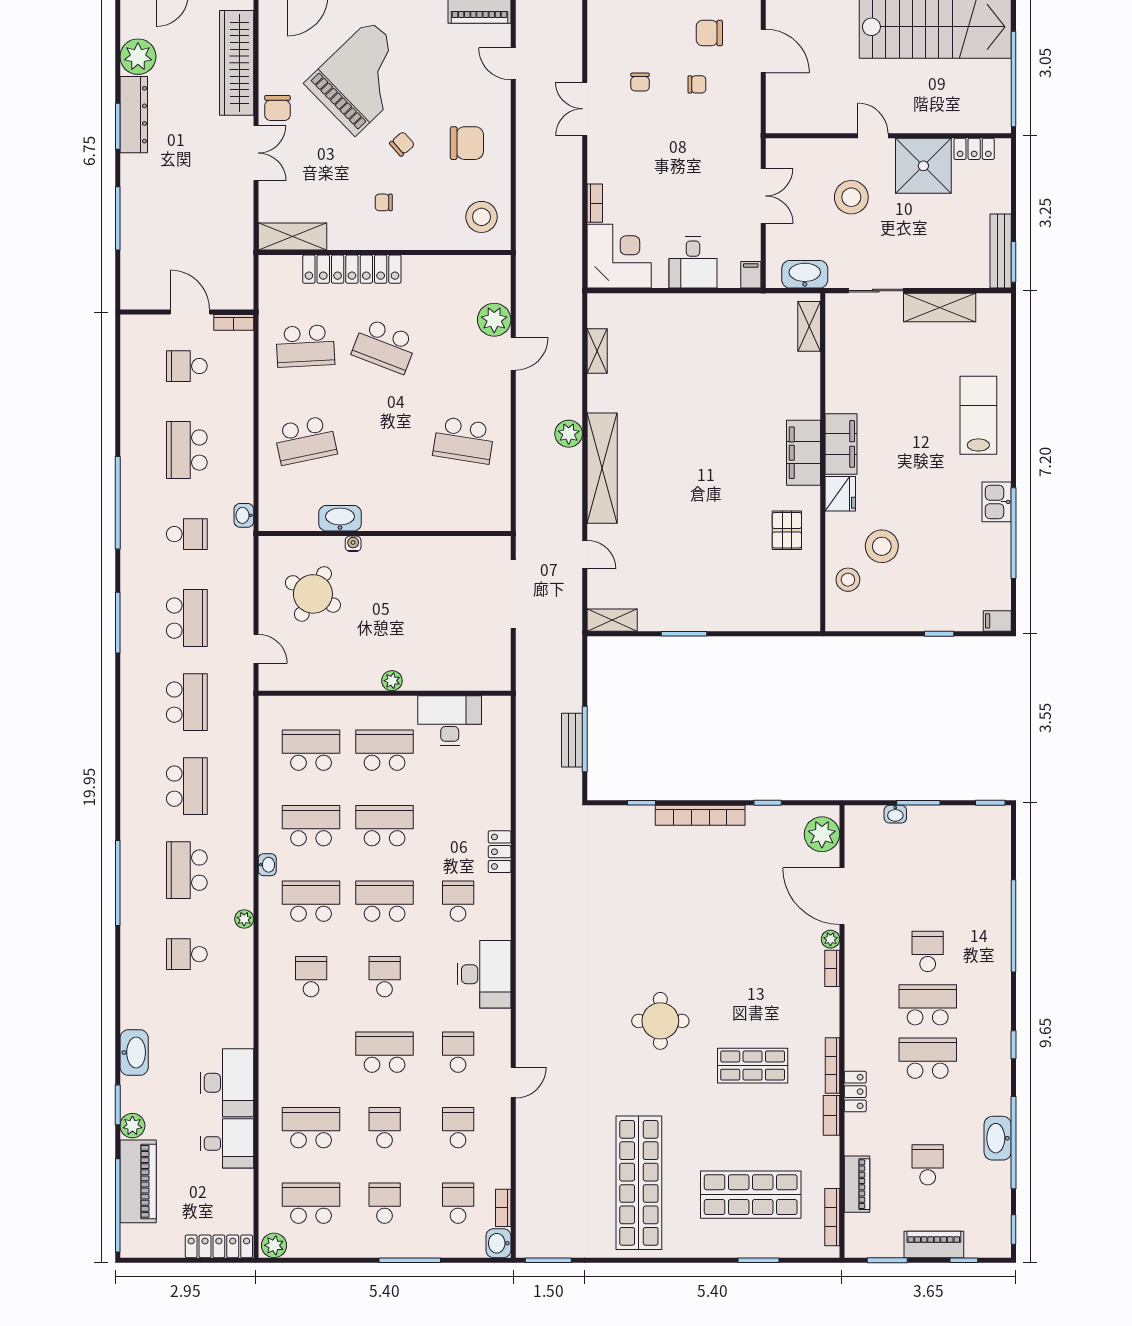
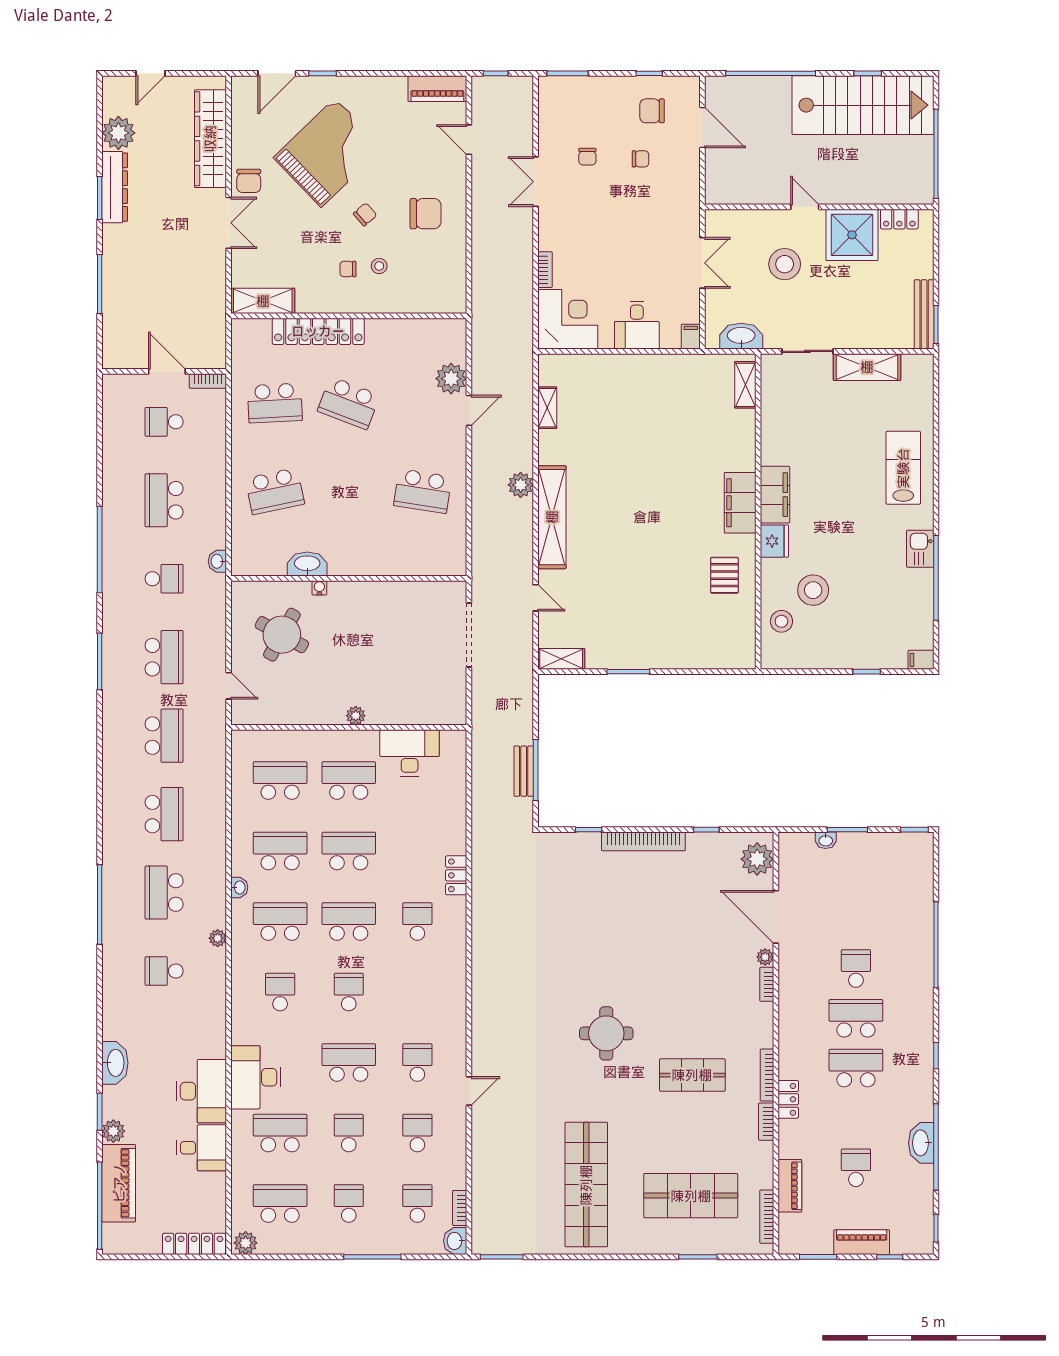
stool: (482, 217) -> (379, 266), moved, width x0.53, depth x0.53
desk: (484, 974) -> (256, 1077), moved, turned 180

